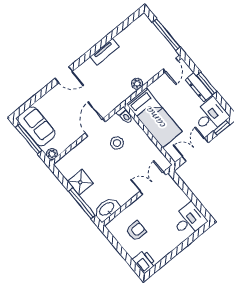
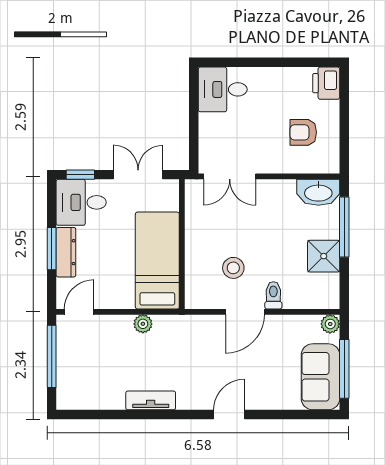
door: (64, 75) -> (229, 415), hinge flipped
toilet: (125, 115) -> (273, 295), moved
double door: (195, 150) -> (138, 175), swing flipped

